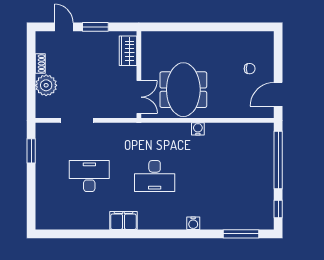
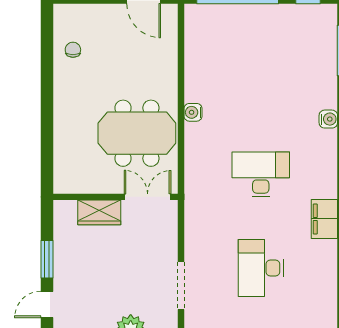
wardrobe: (128, 51) -> (99, 212), moved
chair: (250, 69) -> (73, 50), moved
desk: (155, 176) -> (261, 174), turned -90

